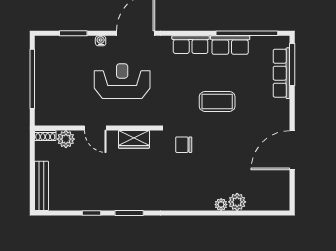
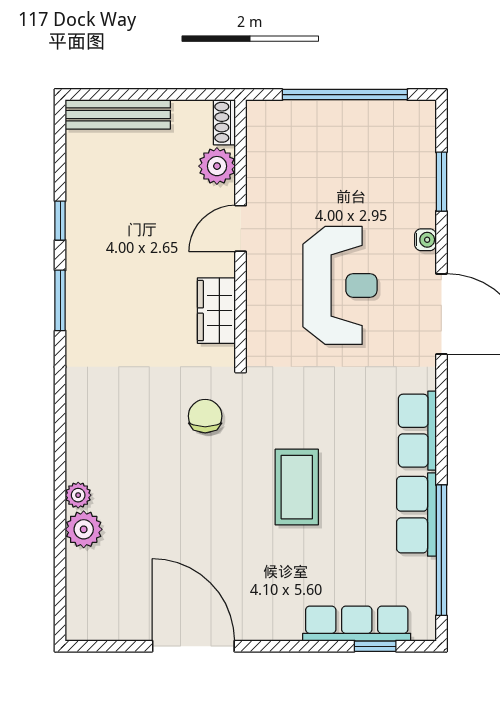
window: (292, 65) -> (375, 646), width x0.46

